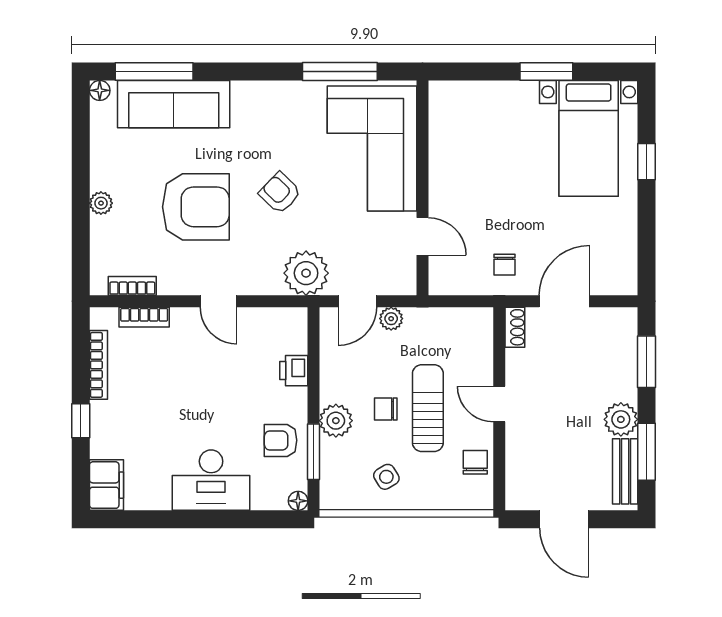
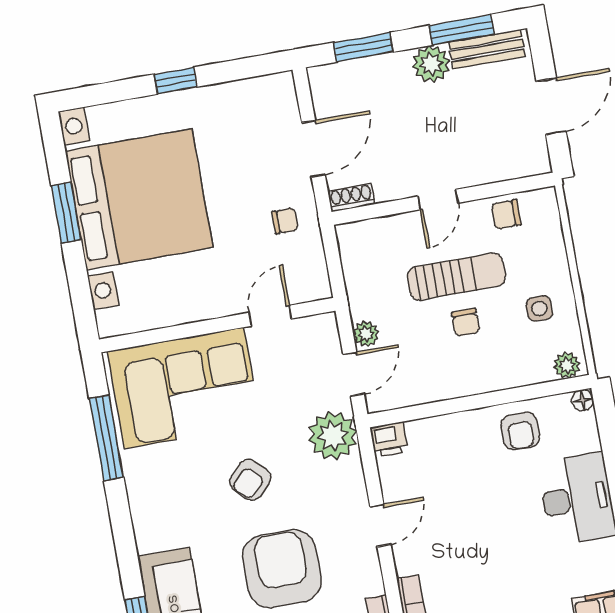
bed with nightstands: (589, 138) -> (139, 199), width x1.85
window: (646, 162) -> (176, 81), moved
door: (357, 301) -> (354, 374), hinge flipped
door: (564, 301) -> (313, 149), swing flipped
printer: (294, 371) -> (389, 439), moved
sun lounger: (428, 408) -> (456, 277), turned 180
plant: (336, 421) -> (567, 365), moved, width x0.73, depth x0.73
window: (314, 452) -> (526, 393), removed
side table: (386, 477) -> (539, 308), turned 31

